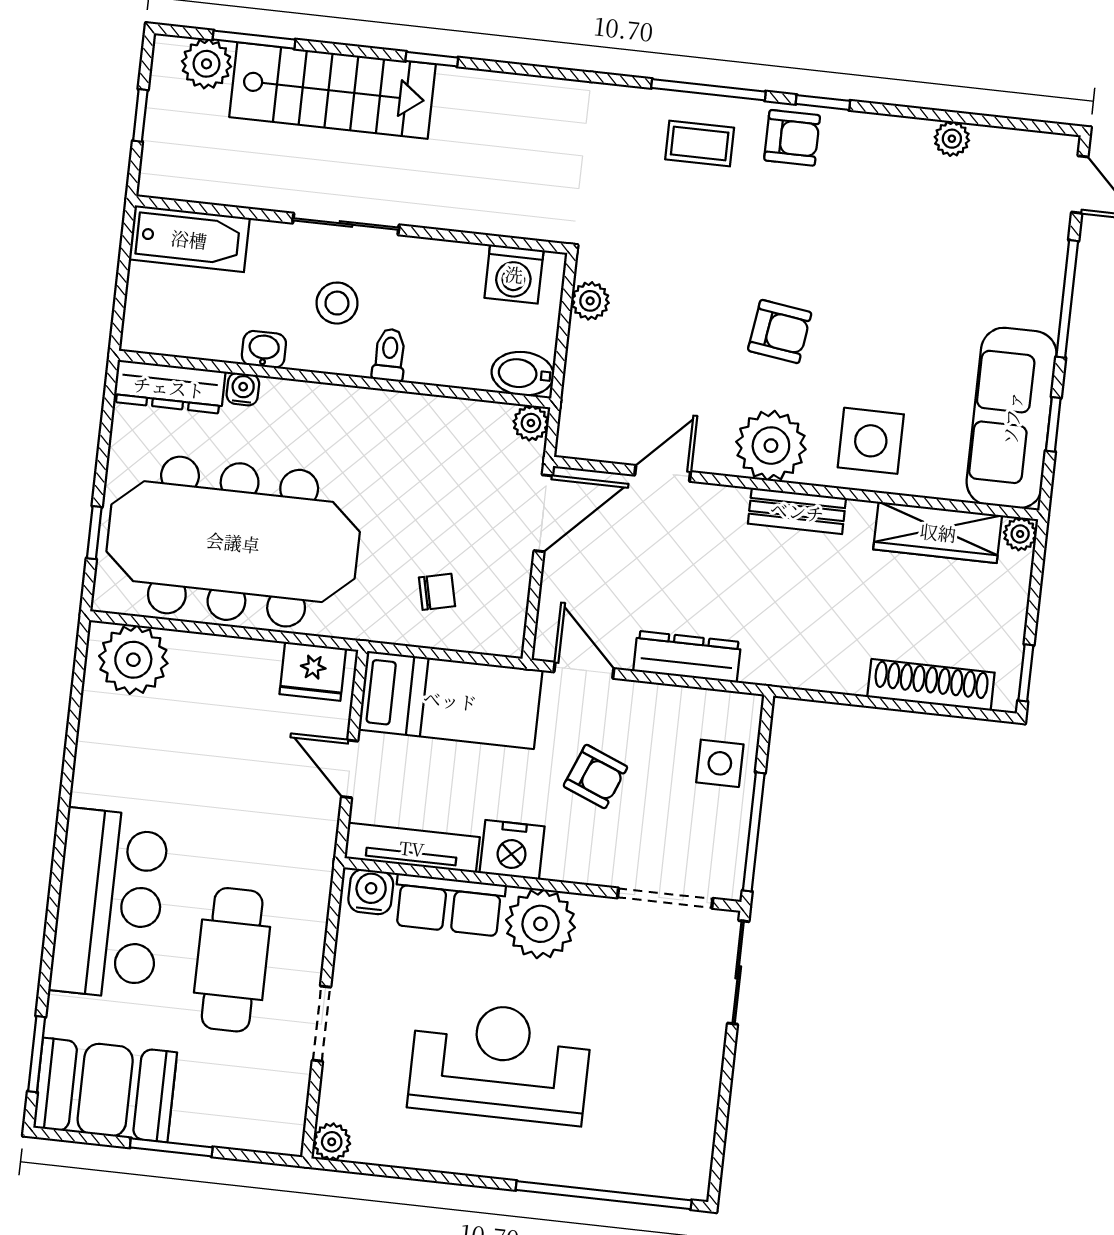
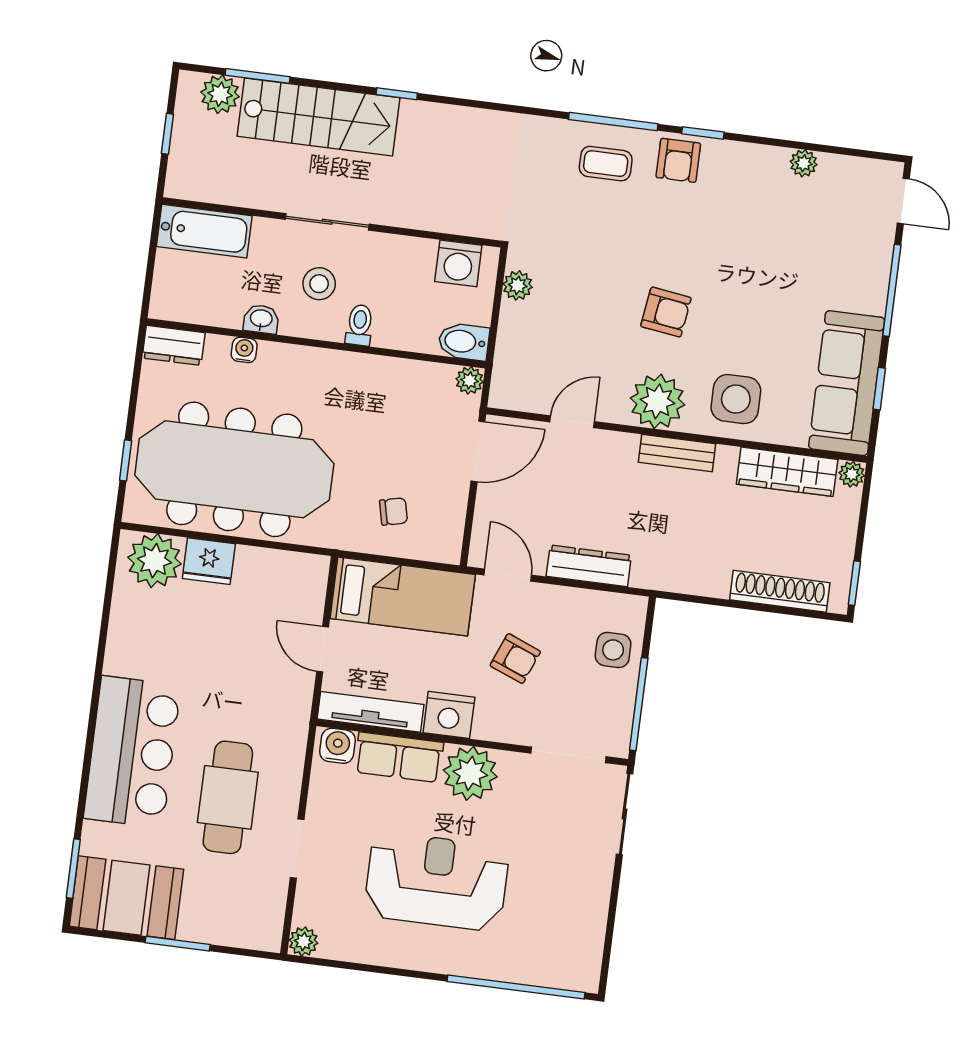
armchair: (792, 138) -> (678, 160), turned 90
dresser: (169, 387) -> (174, 345), width x0.70
fridge: (313, 671) -> (209, 561), moved

